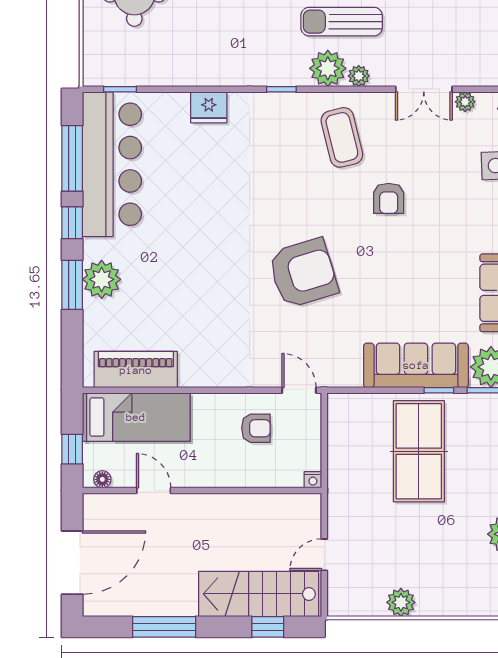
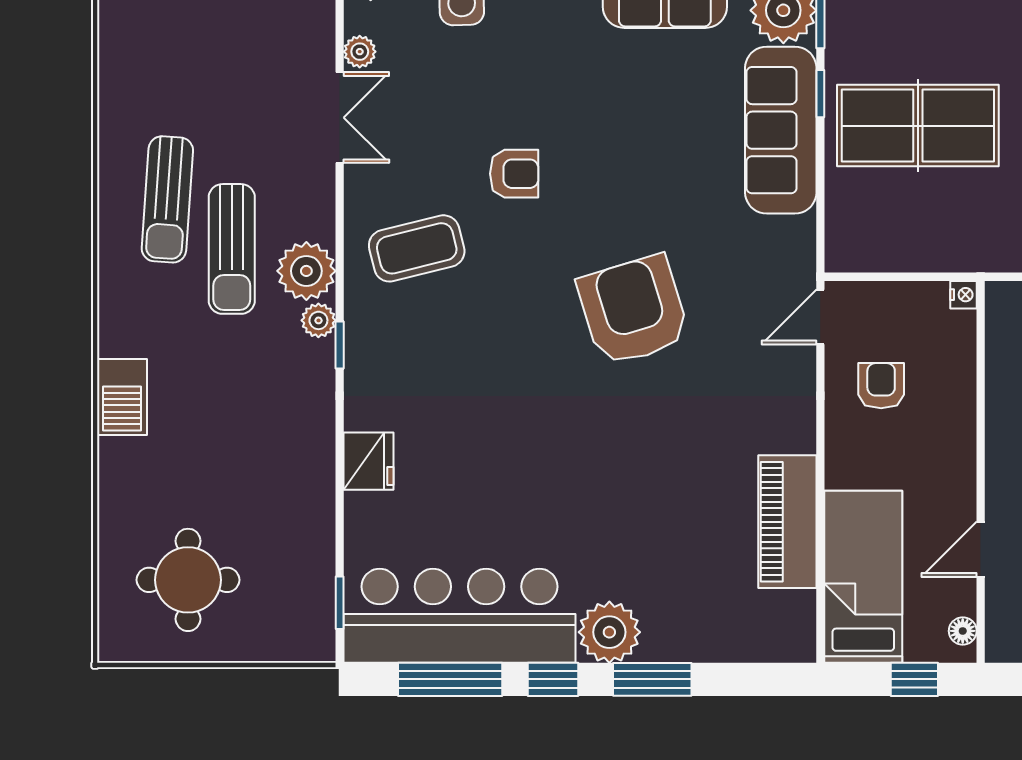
plant: (359, 76) -> (318, 320), moved
plant: (102, 279) -> (609, 632), moved
piano: (136, 370) -> (787, 522), moved

